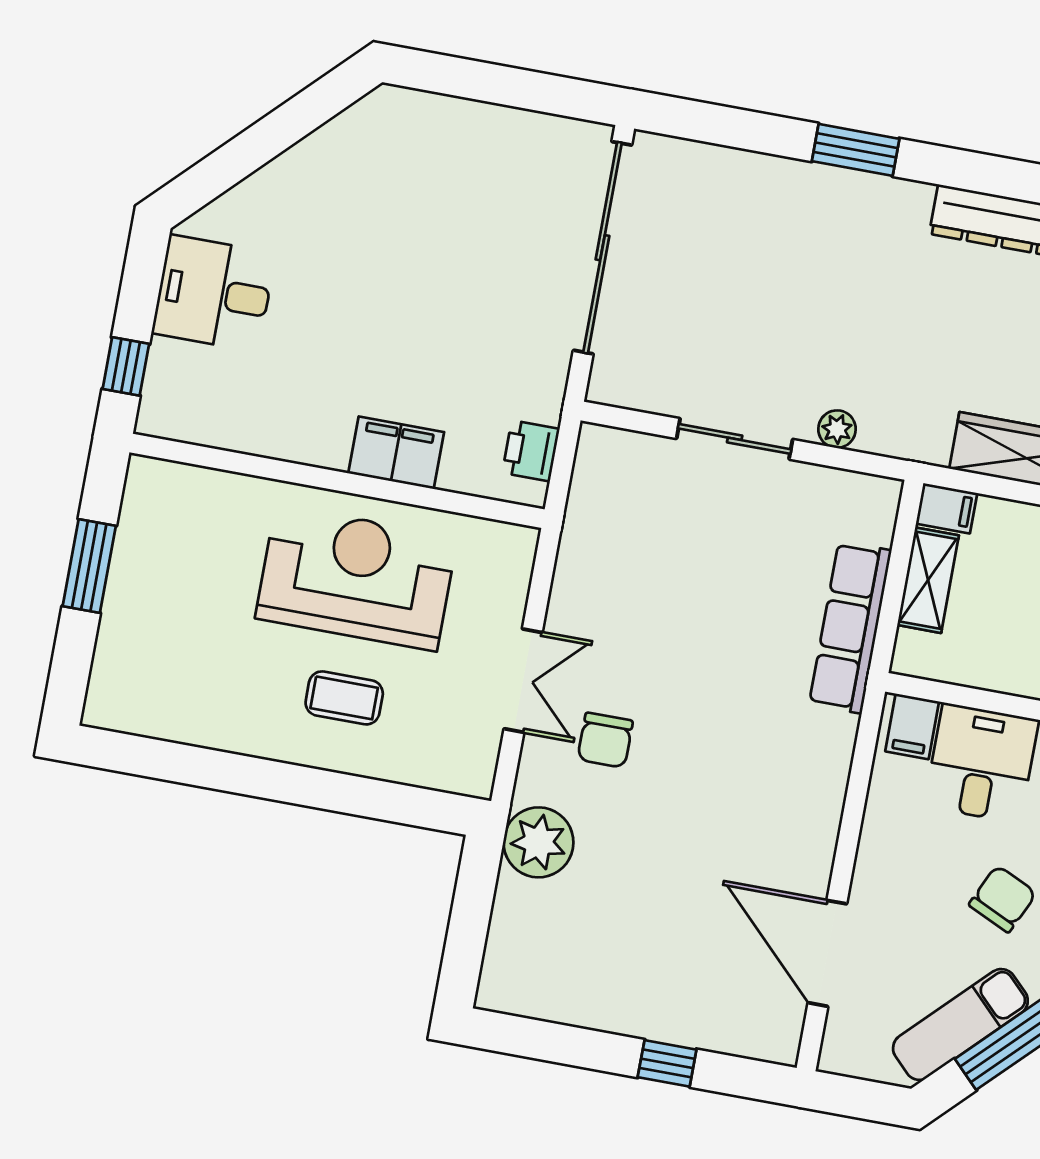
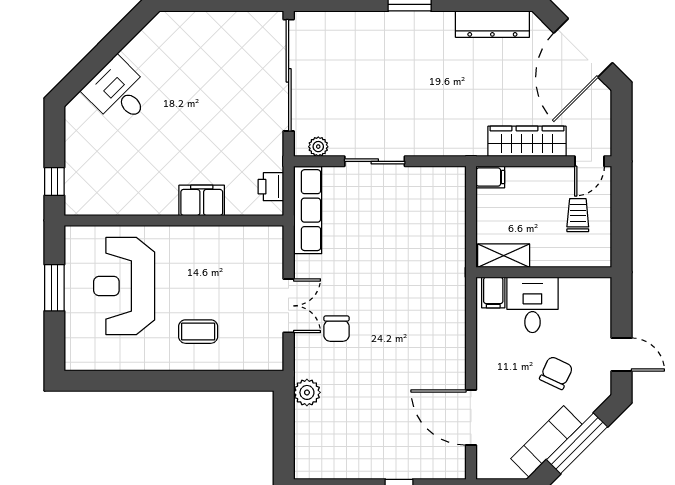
desk: (214, 293) -> (118, 92), moved, turned 45
plant: (837, 429) -> (318, 147), moved
reception desk: (356, 578) -> (124, 286), moved, turned -90
shelving: (928, 580) -> (504, 256), moved, turned 90
row of seats: (850, 627) -> (308, 210), moved, turned 180
plant: (538, 842) -> (307, 392), width x0.73, depth x0.73

